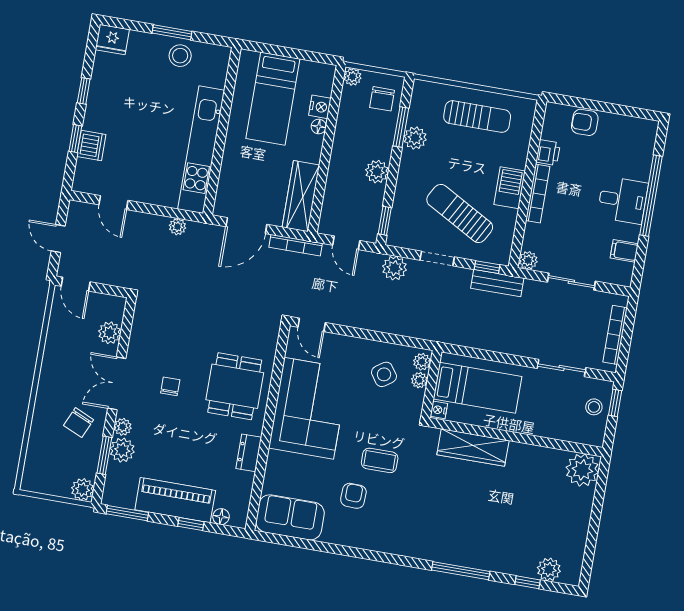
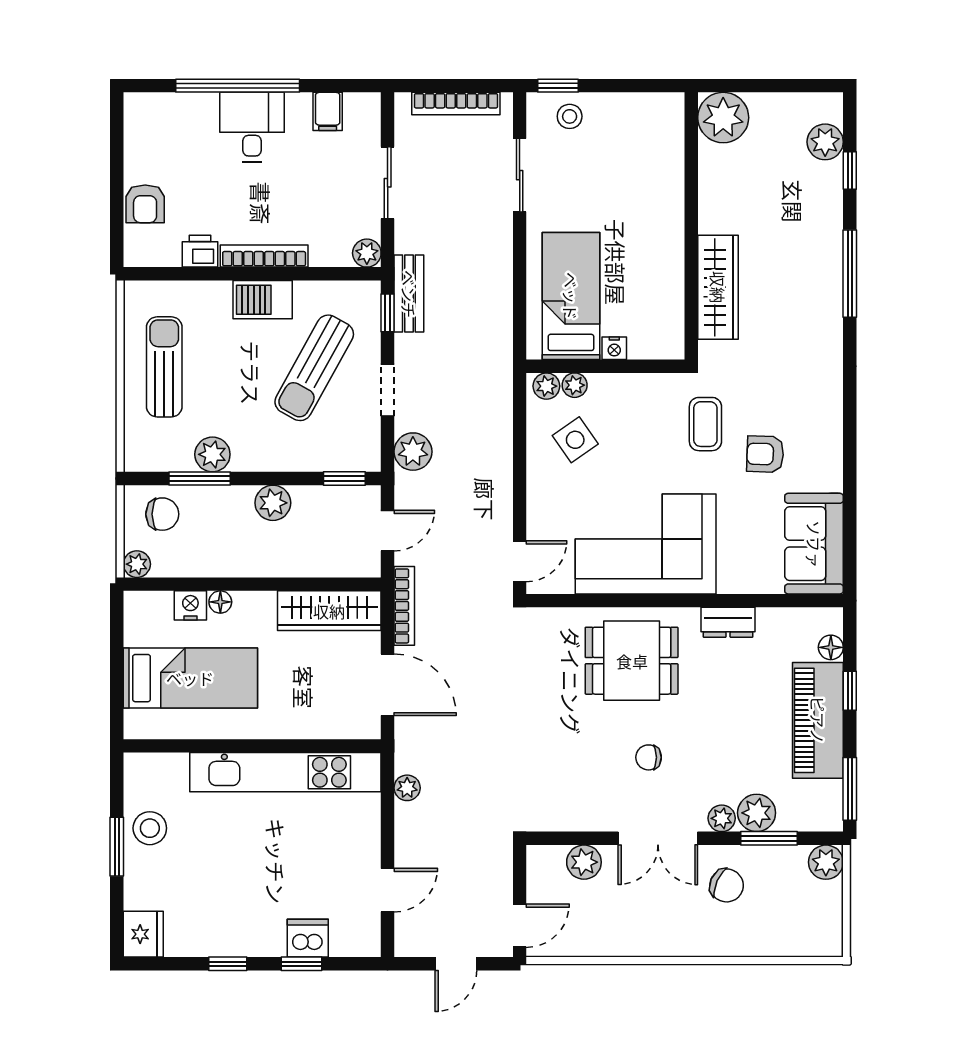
wall: (516, 437) -> (691, 226), moved
wardrobe: (473, 448) -> (718, 287), moved
plant: (582, 470) -> (723, 118), moved

